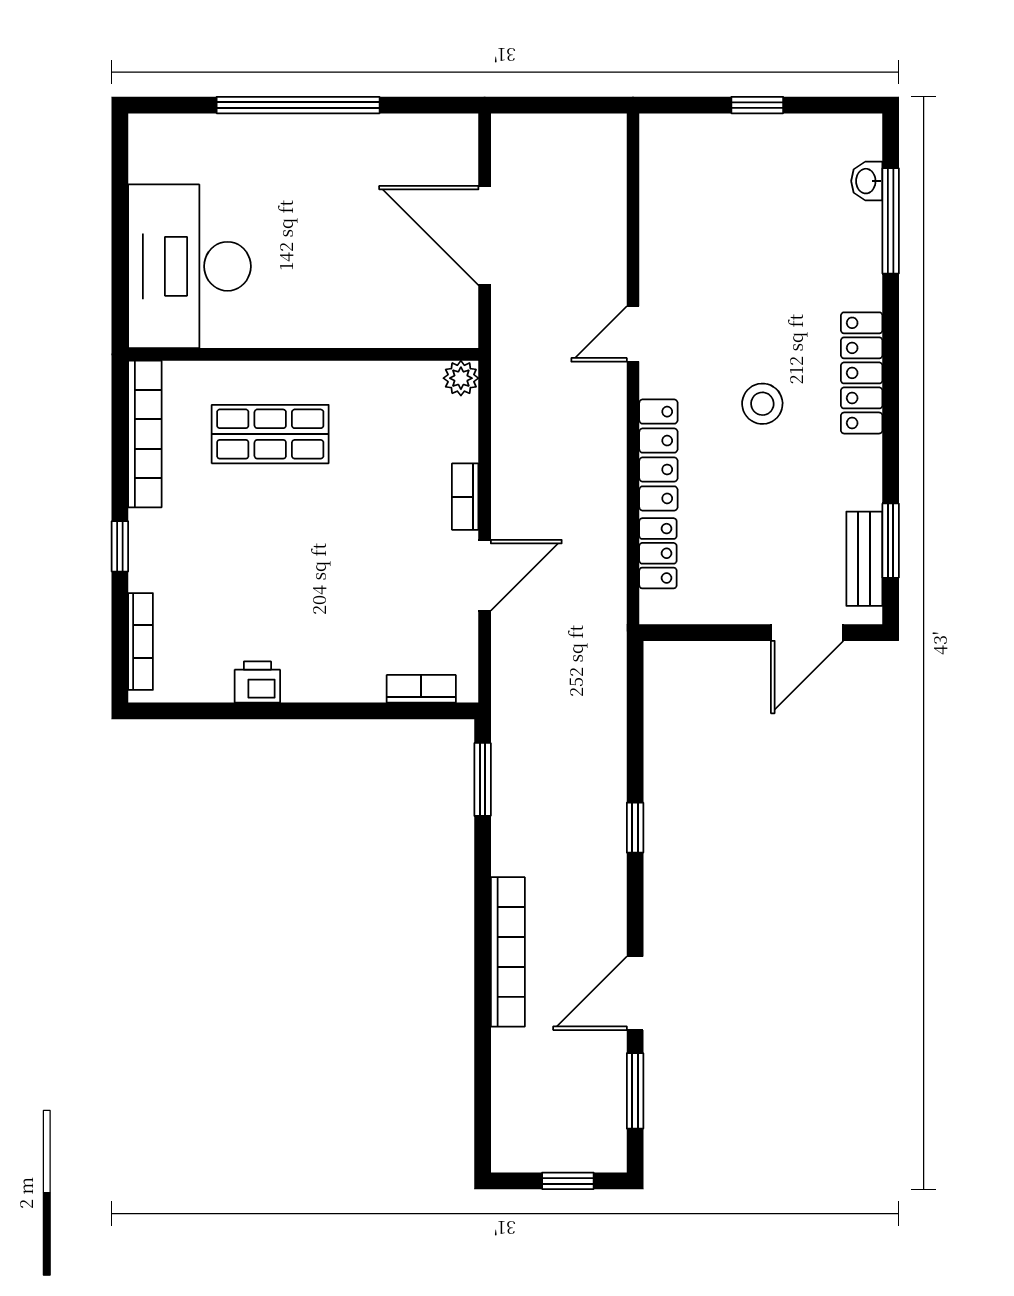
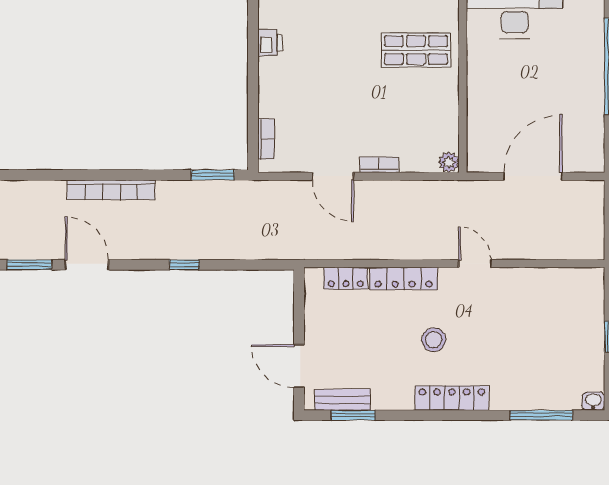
washbasin: (867, 181) -> (593, 401), moved
shop shelf: (270, 434) -> (416, 50), turned 90

